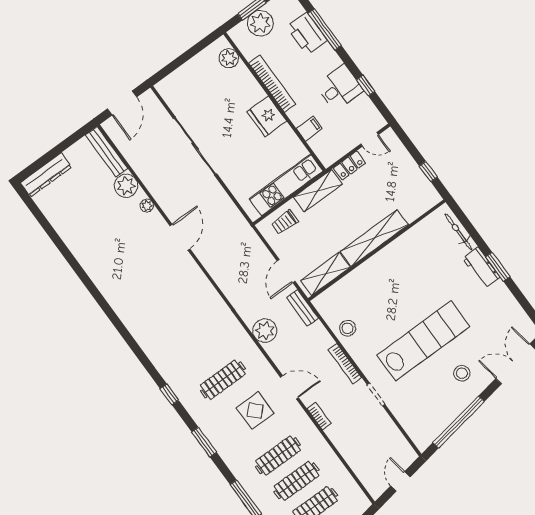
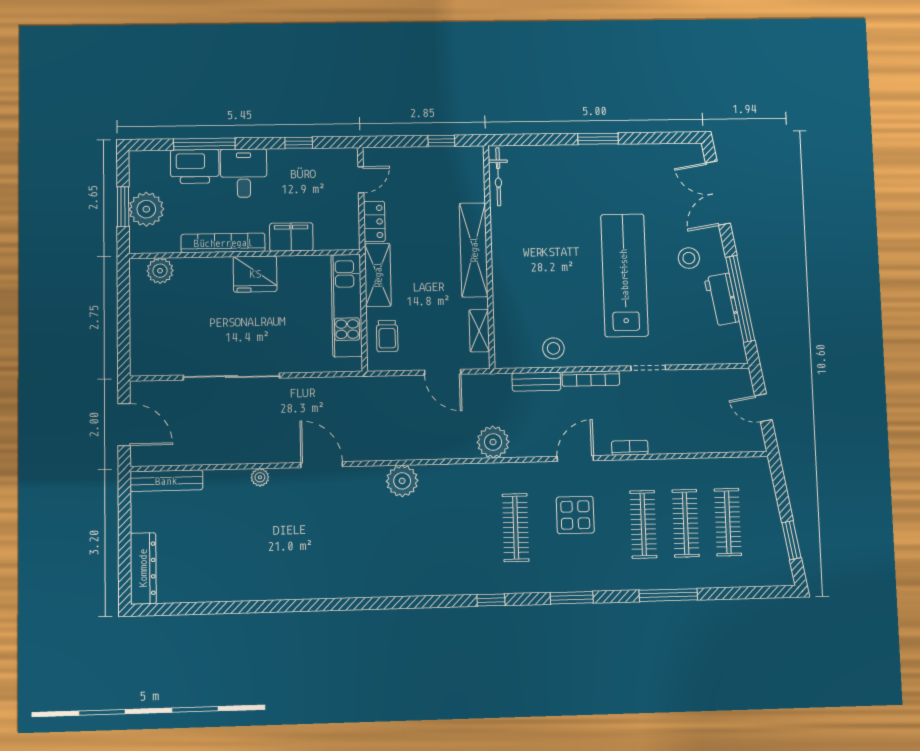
desk: (340, 88) -> (244, 173), moved
filing cabinet: (309, 129) -> (291, 237), width x2.00
plant: (126, 186) -> (402, 481), moved
bicycle: (459, 232) -> (498, 177), moved, turned -90
workbench: (481, 268) -> (722, 299), moved, turned 81
shelving: (325, 274) -> (479, 331), width x0.67, depth x0.75
bench: (302, 308) -> (536, 382), moved

